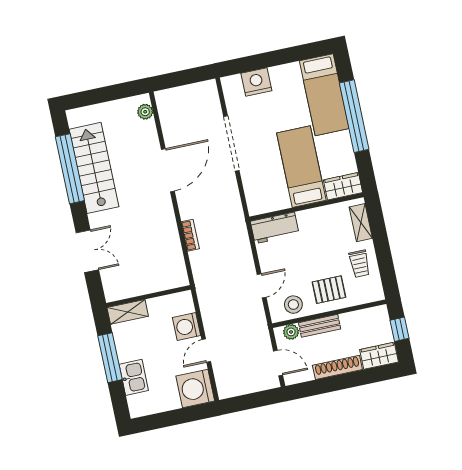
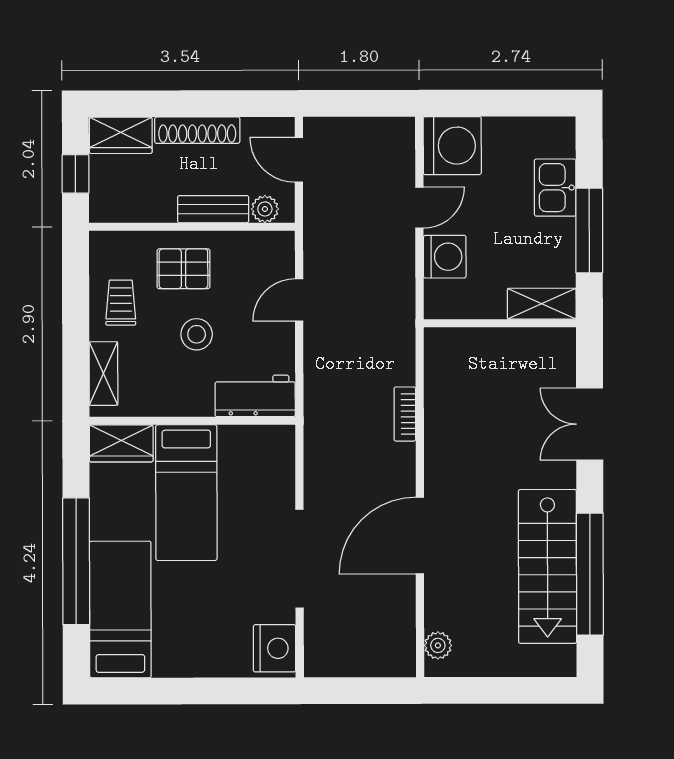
nightstand: (256, 82) -> (275, 648), moved, turned -90
stool: (293, 305) -> (197, 334), moved

